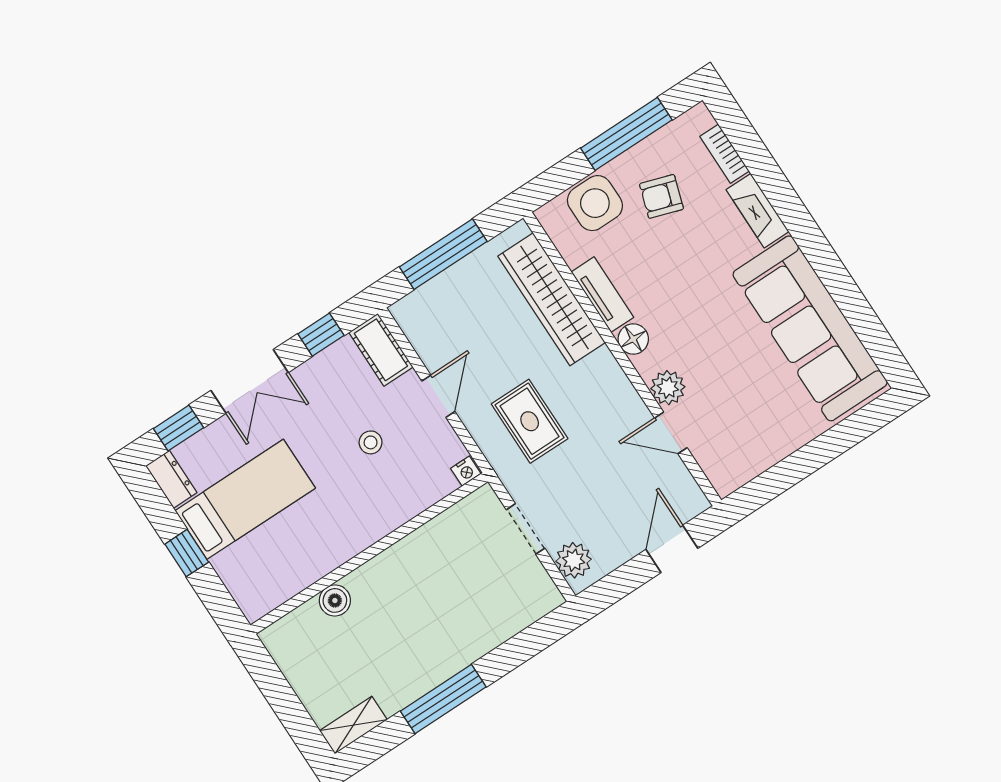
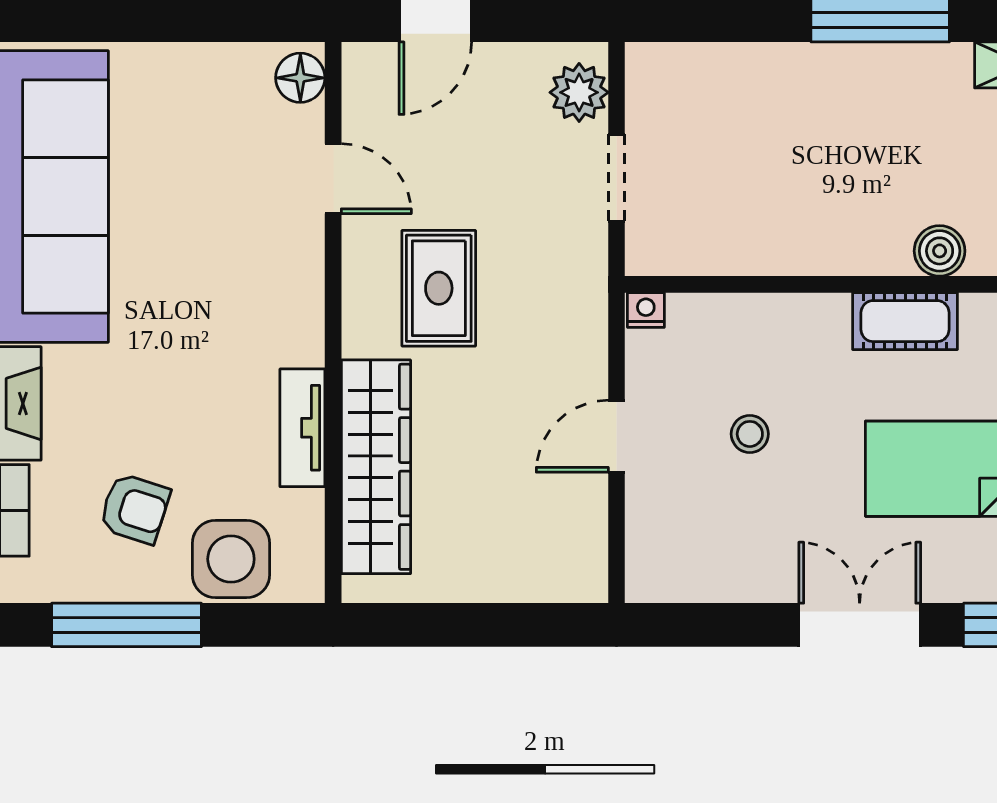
window: (443, 254) -> (483, 625), removed
window: (321, 335) -> (721, 625), removed
floor lamp: (633, 339) -> (300, 78), moved
cot: (381, 350) -> (905, 321), moved, turned 90
plant: (668, 388) -> (297, 243), removed
rug: (530, 421) -> (439, 288), moved

